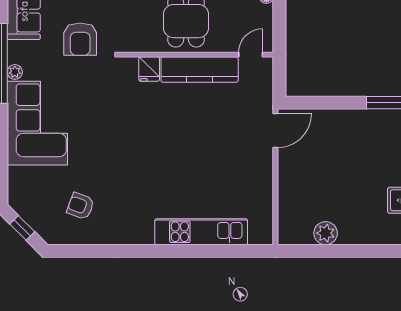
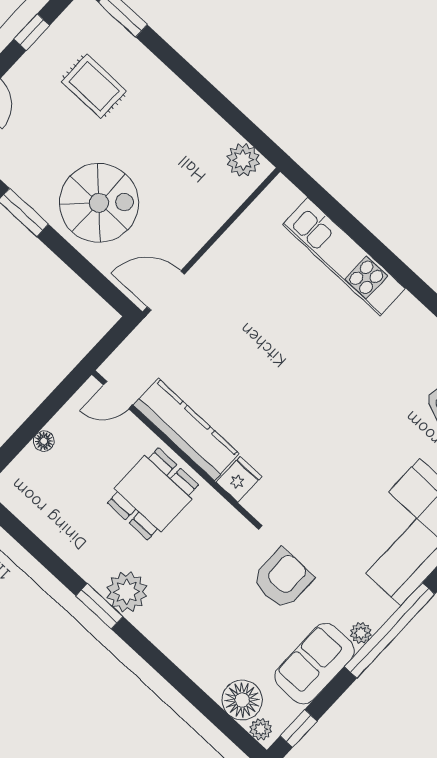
plant: (15, 72) -> (361, 633), moved
spiral stairs: (351, 143) -> (99, 203), added
plant: (326, 233) -> (243, 160), moved

